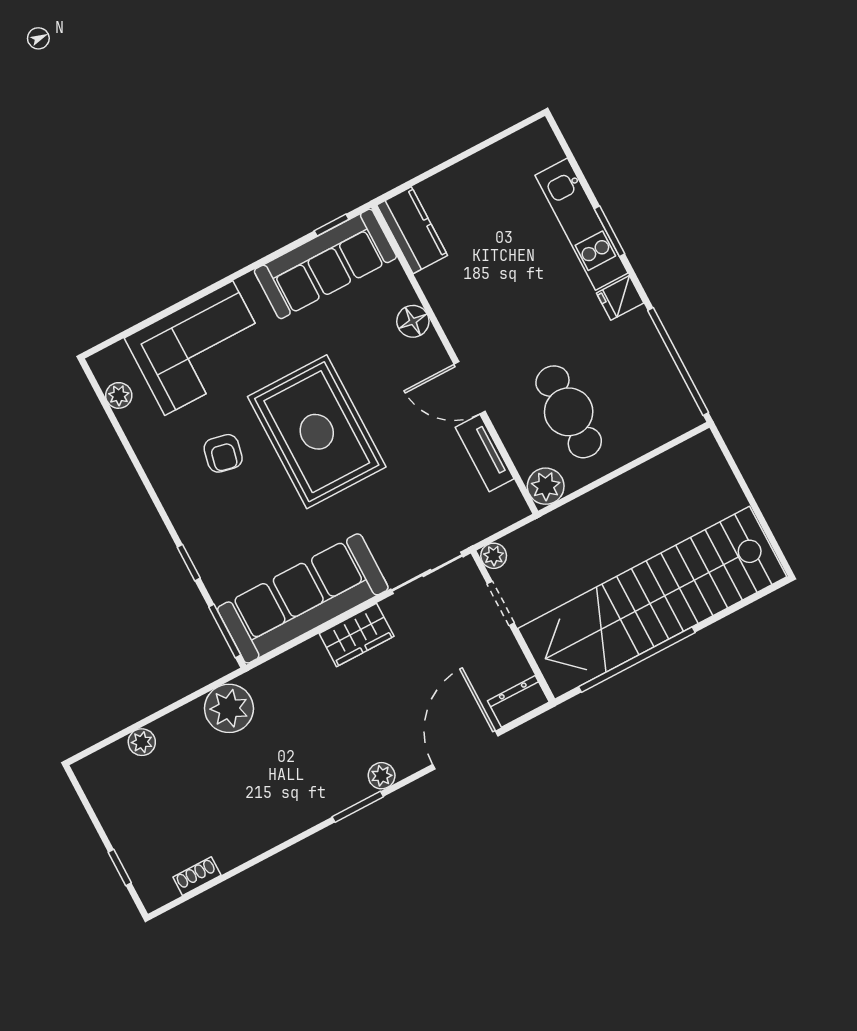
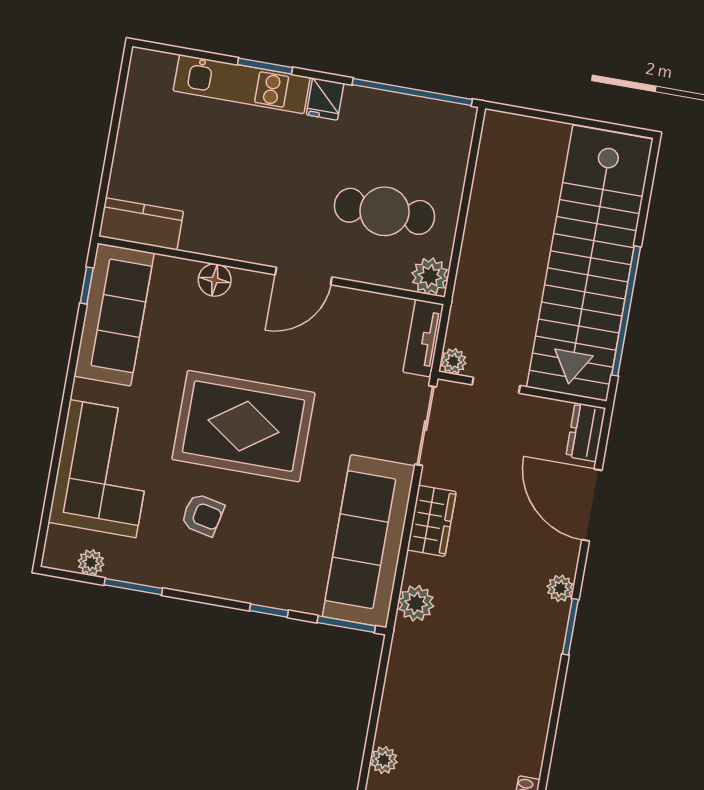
window: (125, 443) -> (133, 587), added
tv unit: (485, 453) -> (423, 338), moved, turned 90
plant: (229, 708) -> (416, 603), moved, width x0.73, depth x0.73

